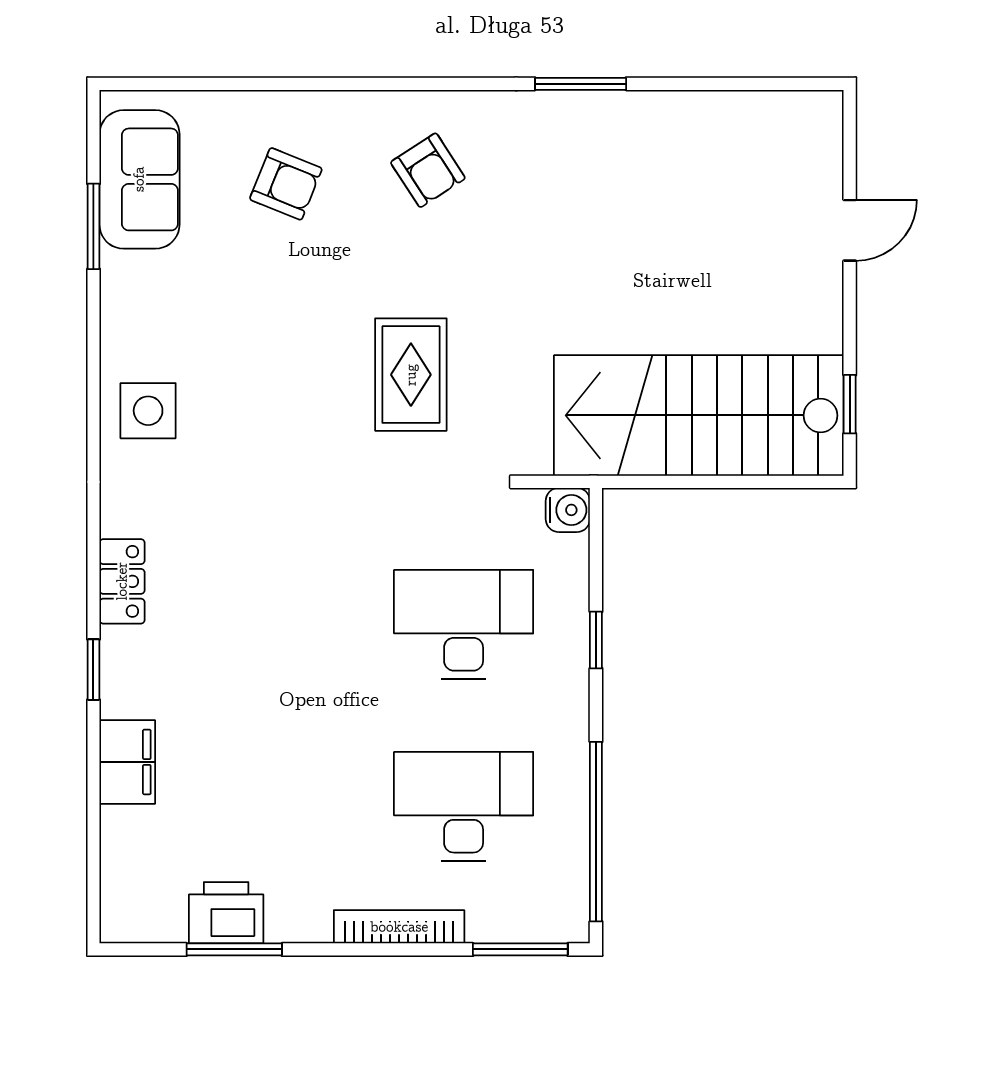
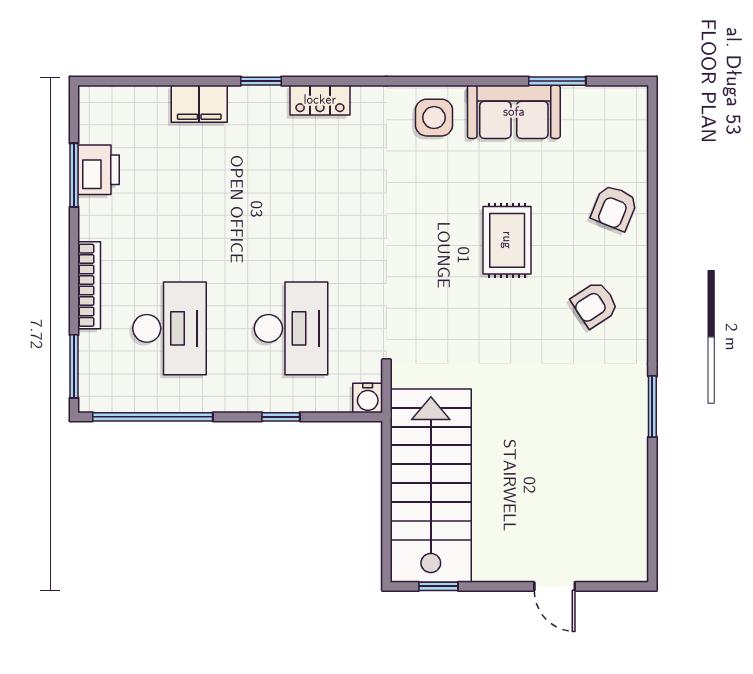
sofa: (139, 179) -> (514, 112), moved
armchair: (286, 184) -> (614, 208), moved
rug: (411, 375) -> (507, 240), moved, turned 90

